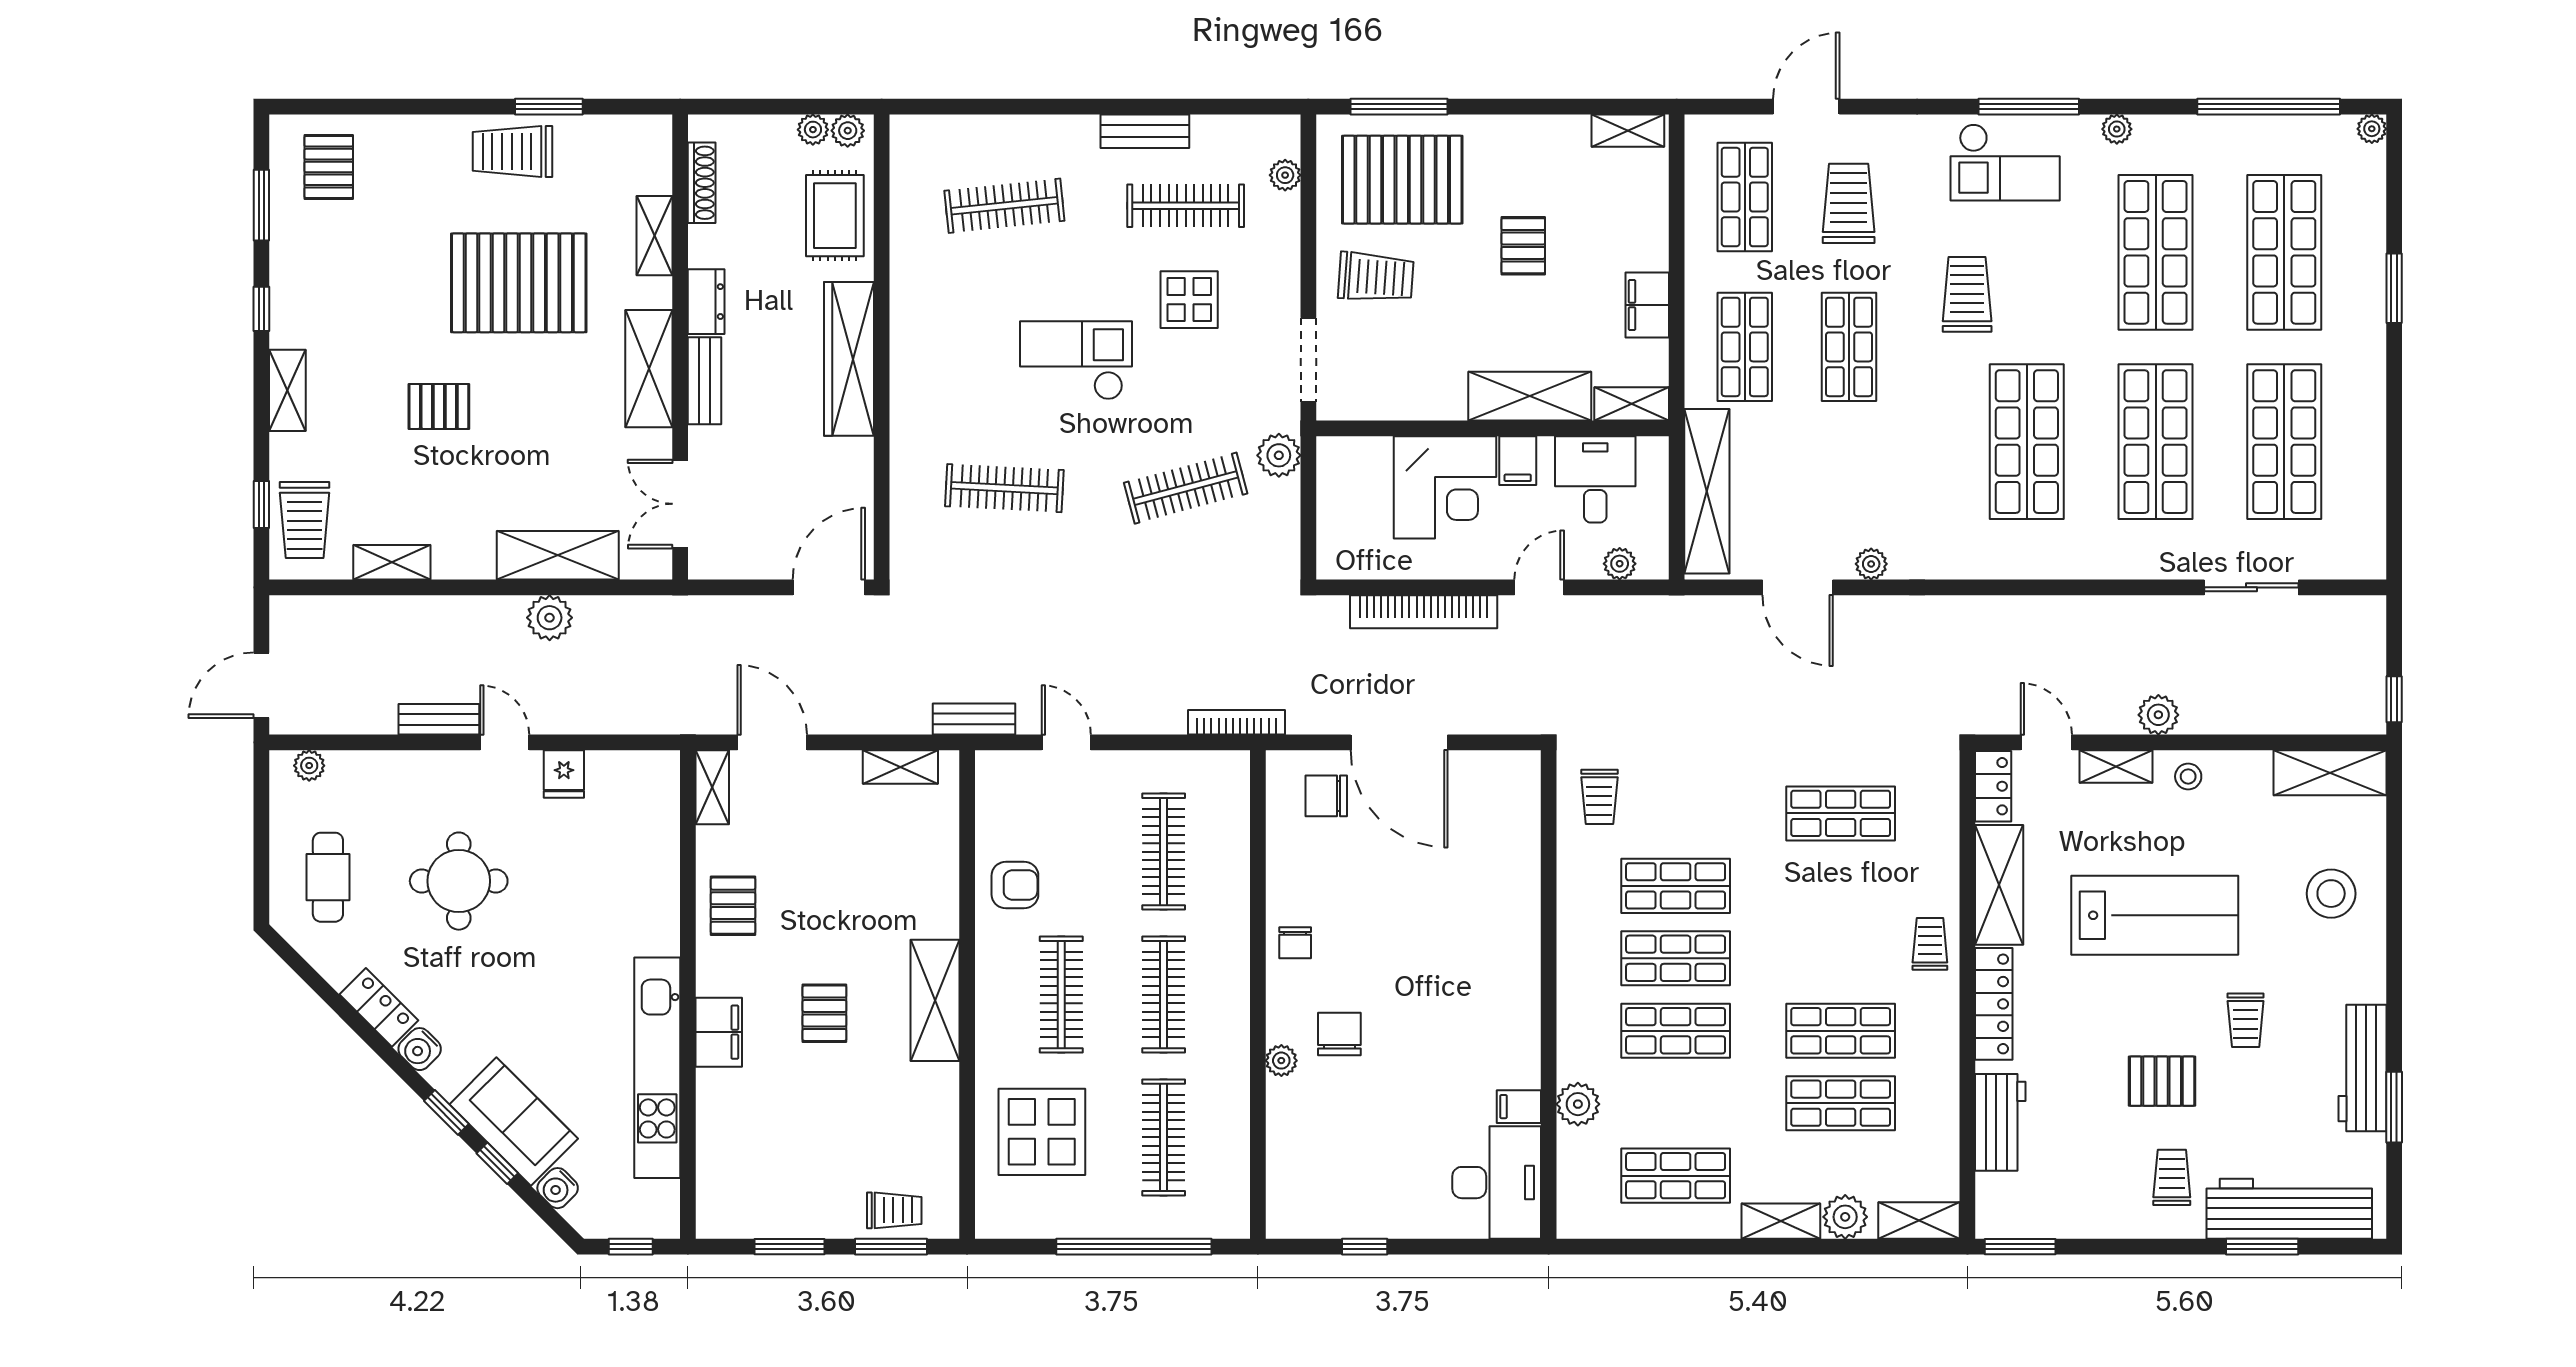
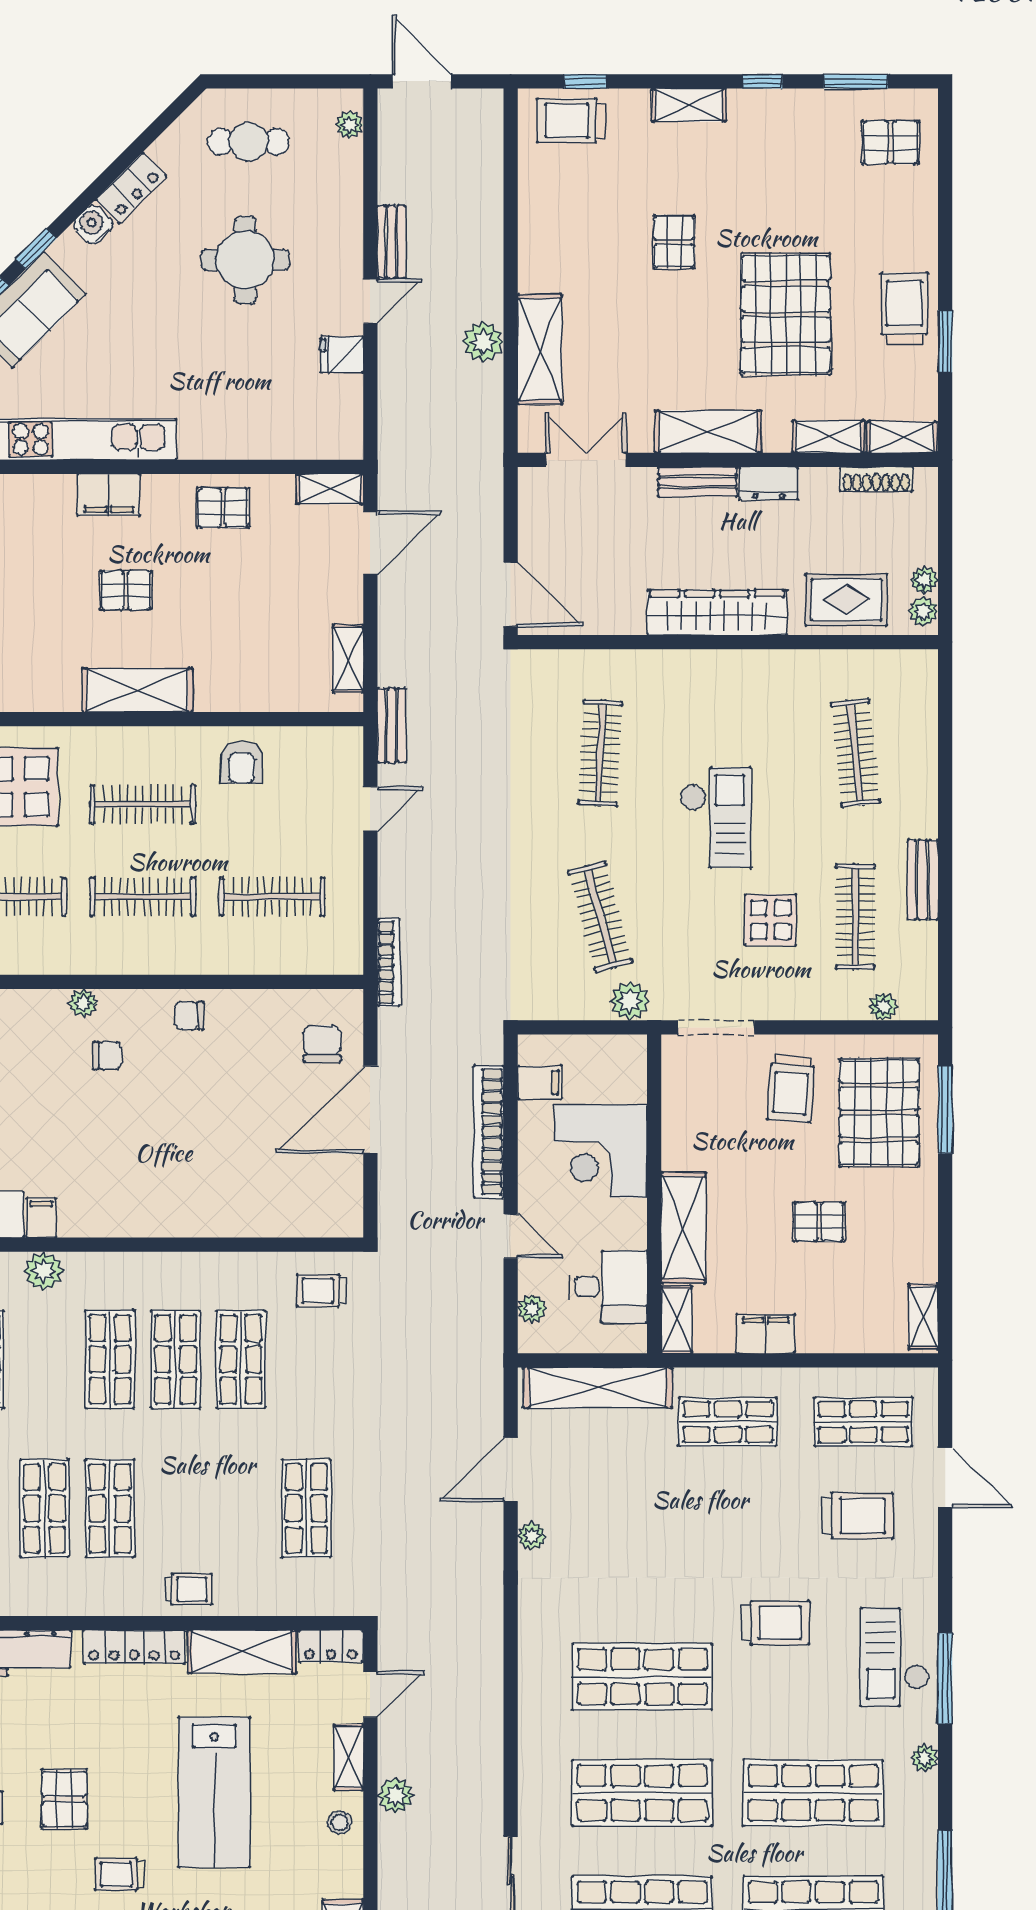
shop shelf: (1849, 347) -> (728, 1516), removed
filing cabinet: (1518, 461) -> (540, 1083), moved, turned 180
shelving: (392, 562) -> (902, 437), moved, turned 90
chair: (1339, 1034) -> (107, 1056), width x0.73, depth x0.73

